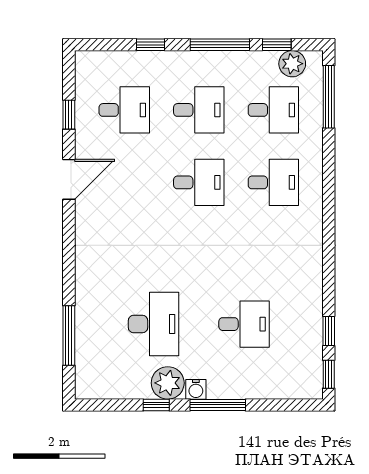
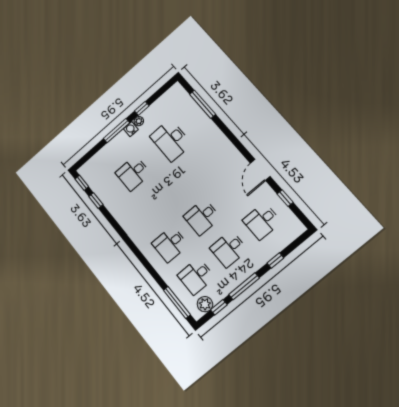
plant: (168, 383) -> (139, 121), width x0.53, depth x0.53

